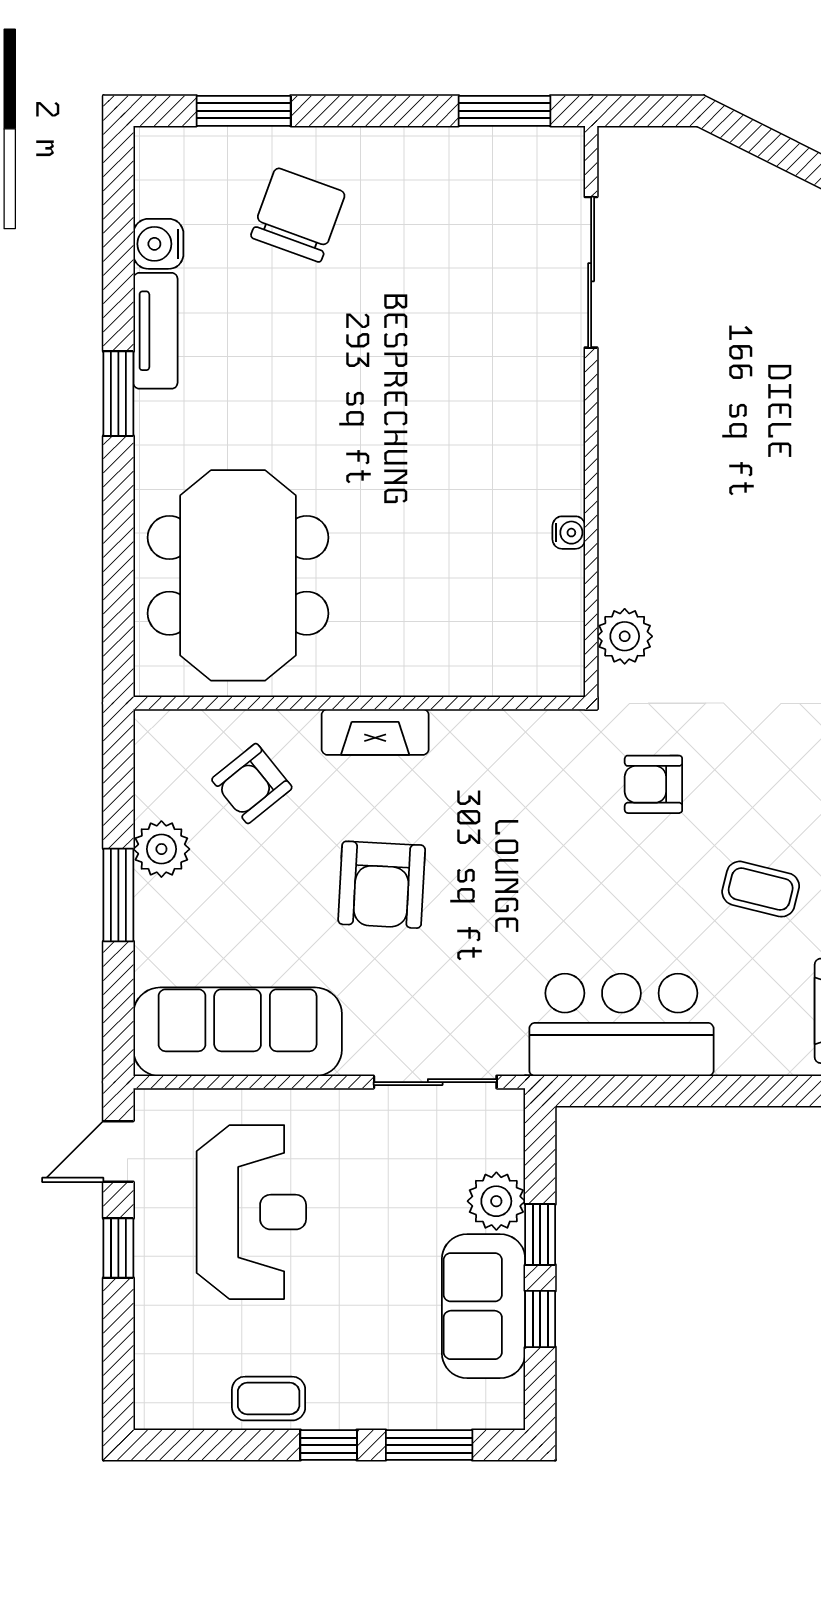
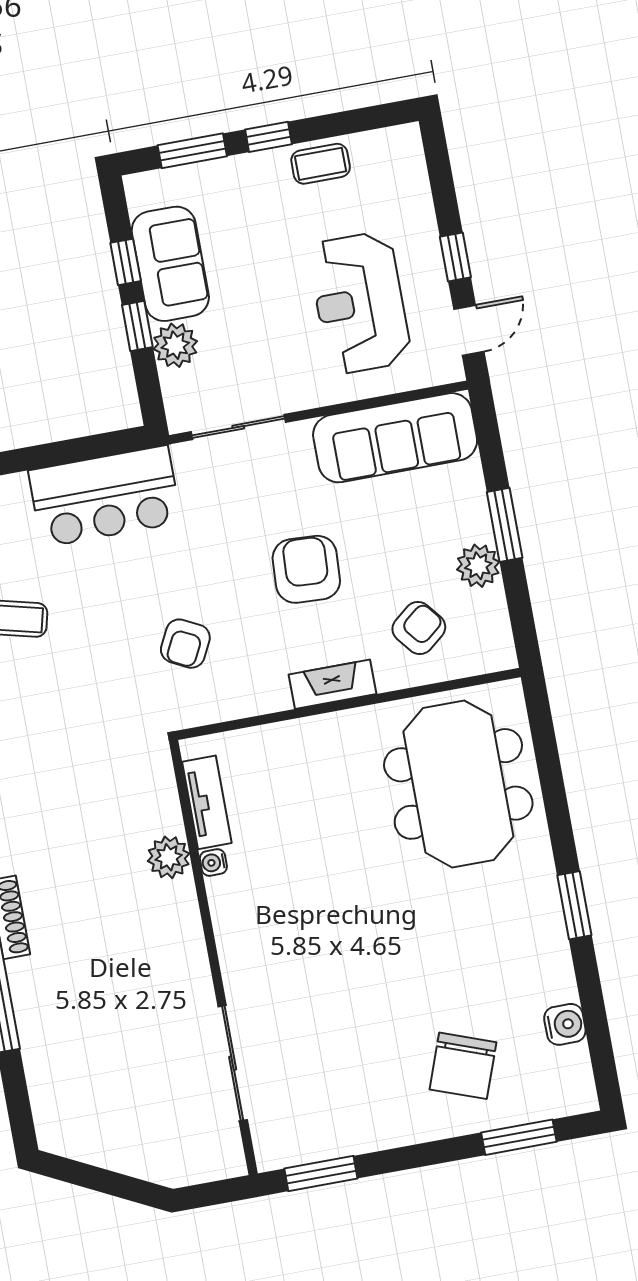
tv unit: (155, 331) -> (207, 802), moved, turned 180
plant: (625, 636) -> (169, 857), moved
armchair: (653, 784) -> (185, 644), moved, turned 117

